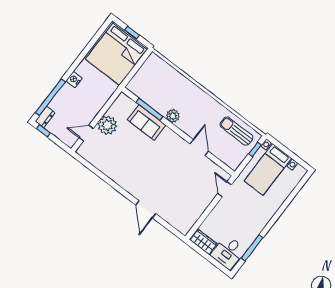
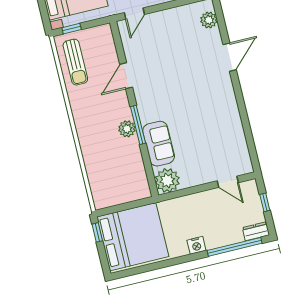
window: (132, 33) -> (97, 232), moved
window: (149, 109) -> (138, 125), moved
plant: (107, 125) -> (167, 180), moved
window: (43, 131) -> (265, 202), moved
plant: (176, 222) -> (209, 20), added

